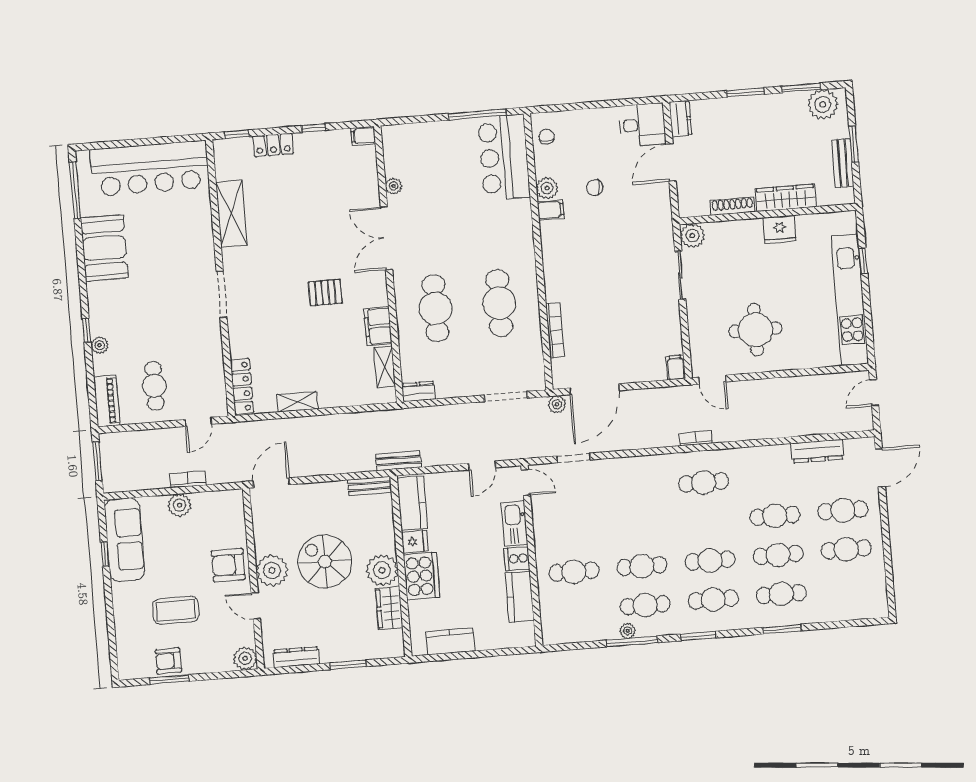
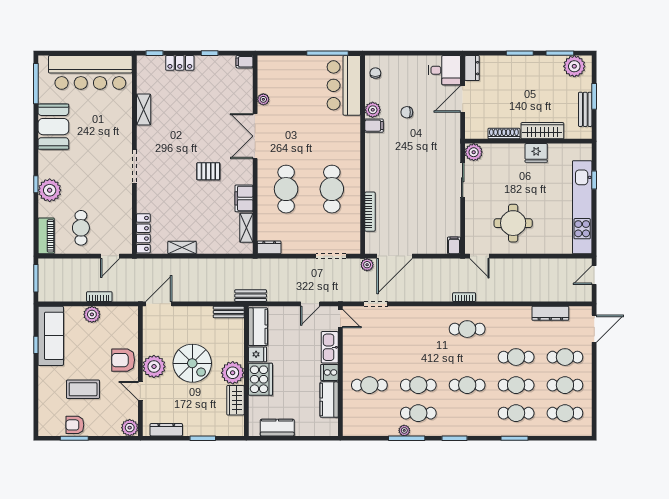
shelving: (231, 214) -> (144, 109), width x0.67, depth x0.75
plant: (100, 345) -> (50, 190), width x1.87, depth x1.87
spiral stairs: (325, 562) -> (192, 363), turned 180
cafe table: (713, 600) -> (565, 413), moved

